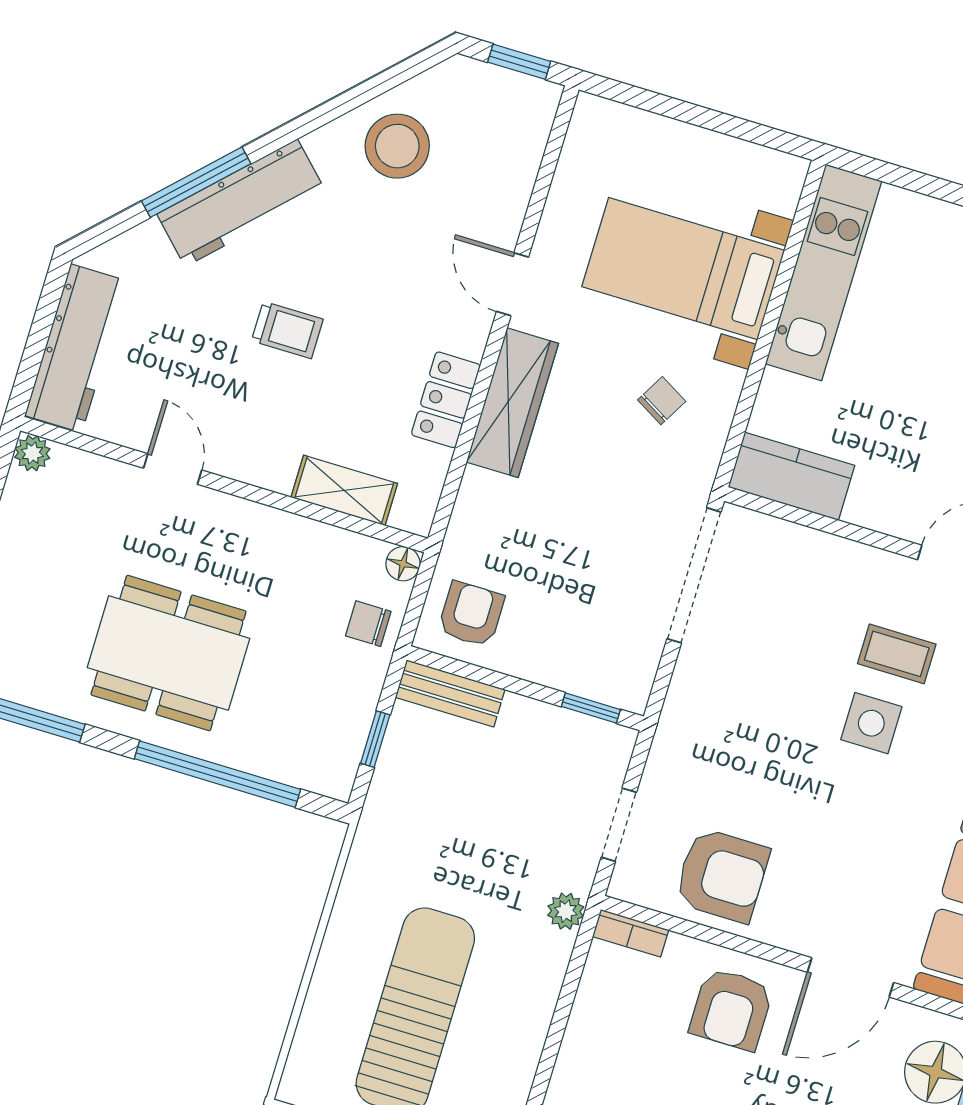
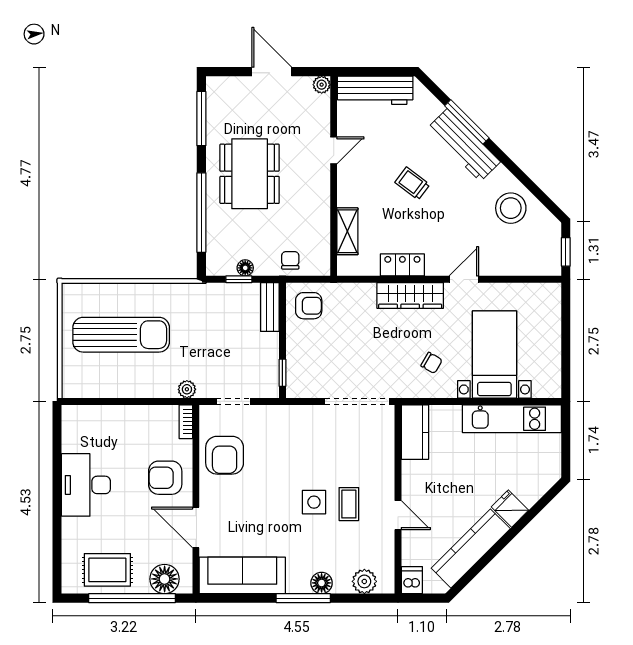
trolley: (287, 330) -> (412, 183), turned 127
floor lamp: (403, 564) -> (245, 268), moved

